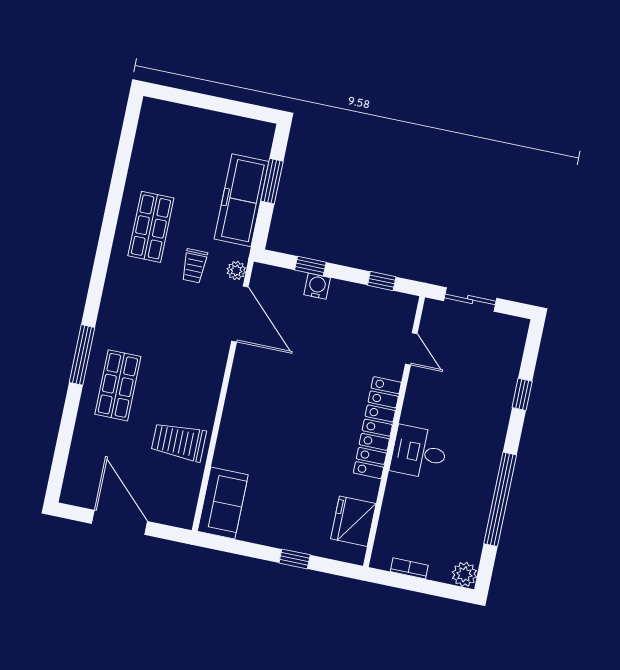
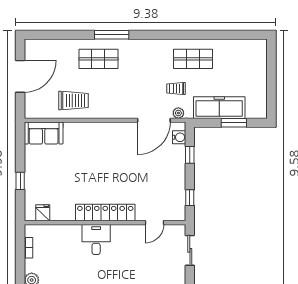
water cooler: (317, 286) -> (179, 137), moved
trolley: (179, 442) -> (73, 101), turned 90
fridge: (353, 521) -> (43, 213), width x0.53, depth x0.75

